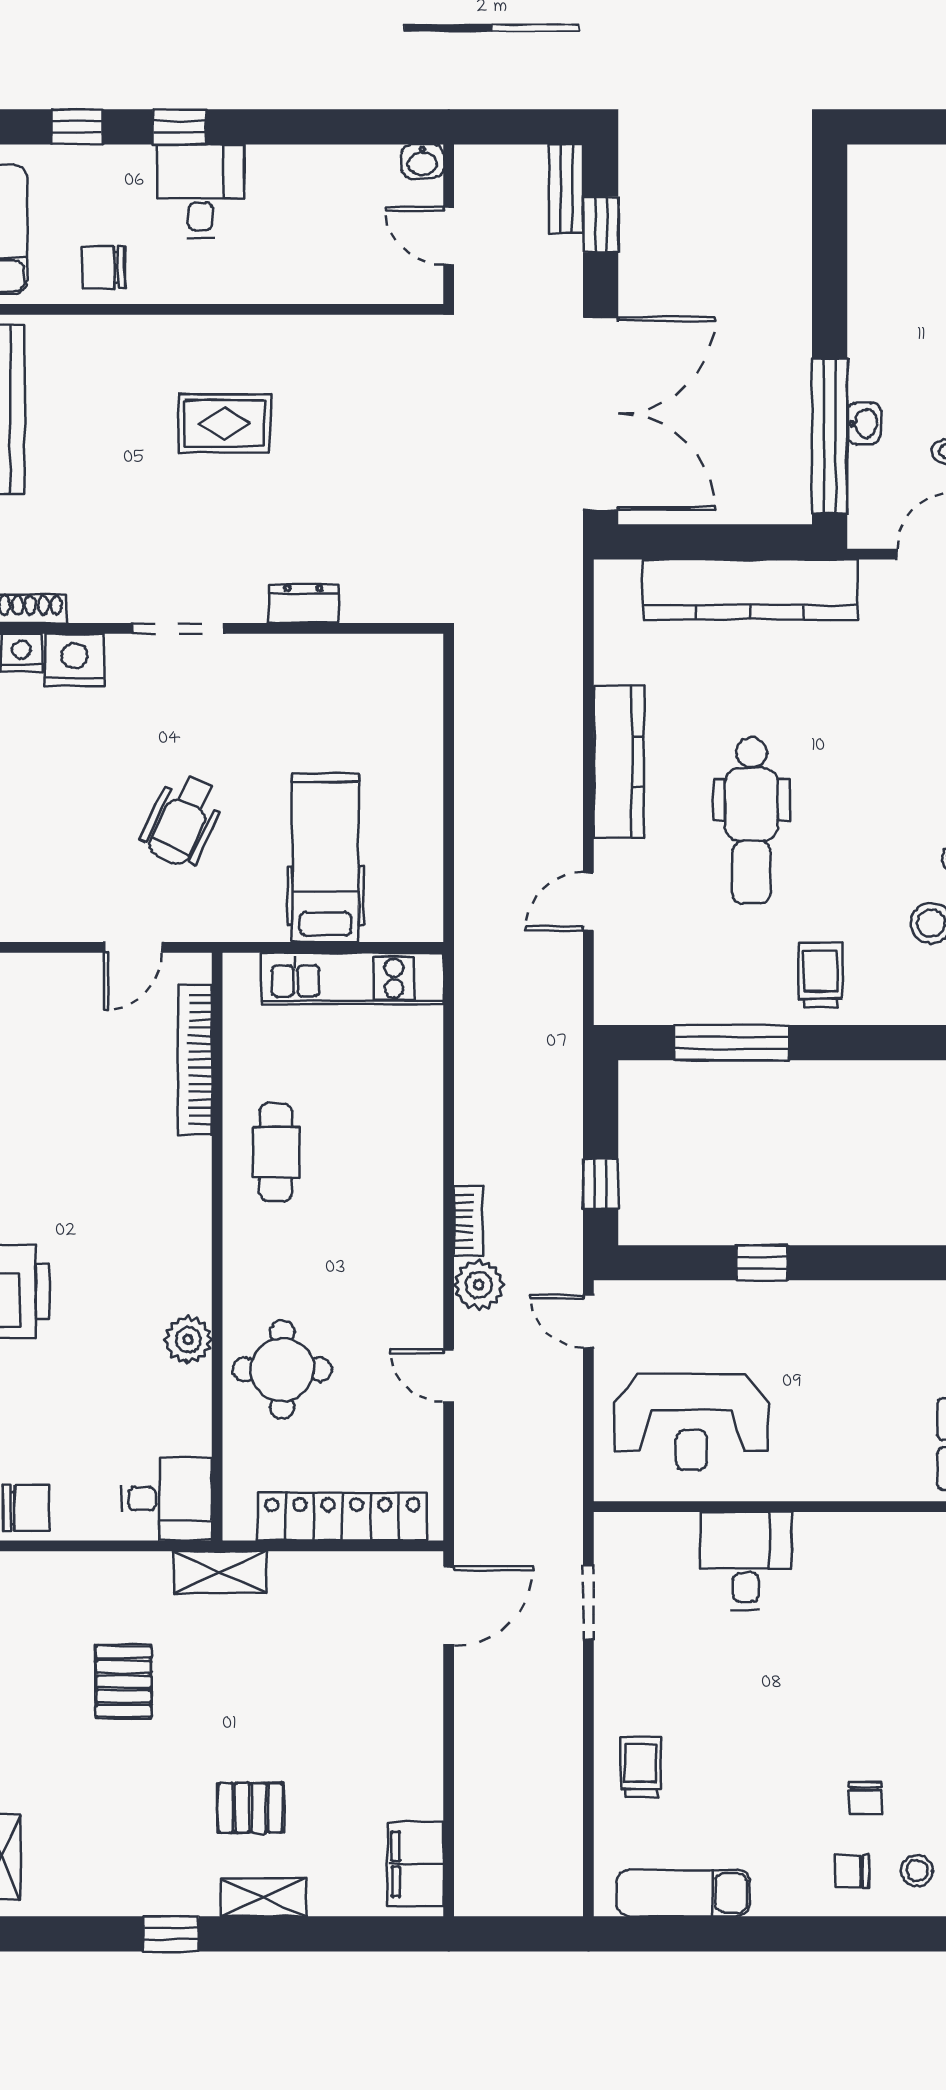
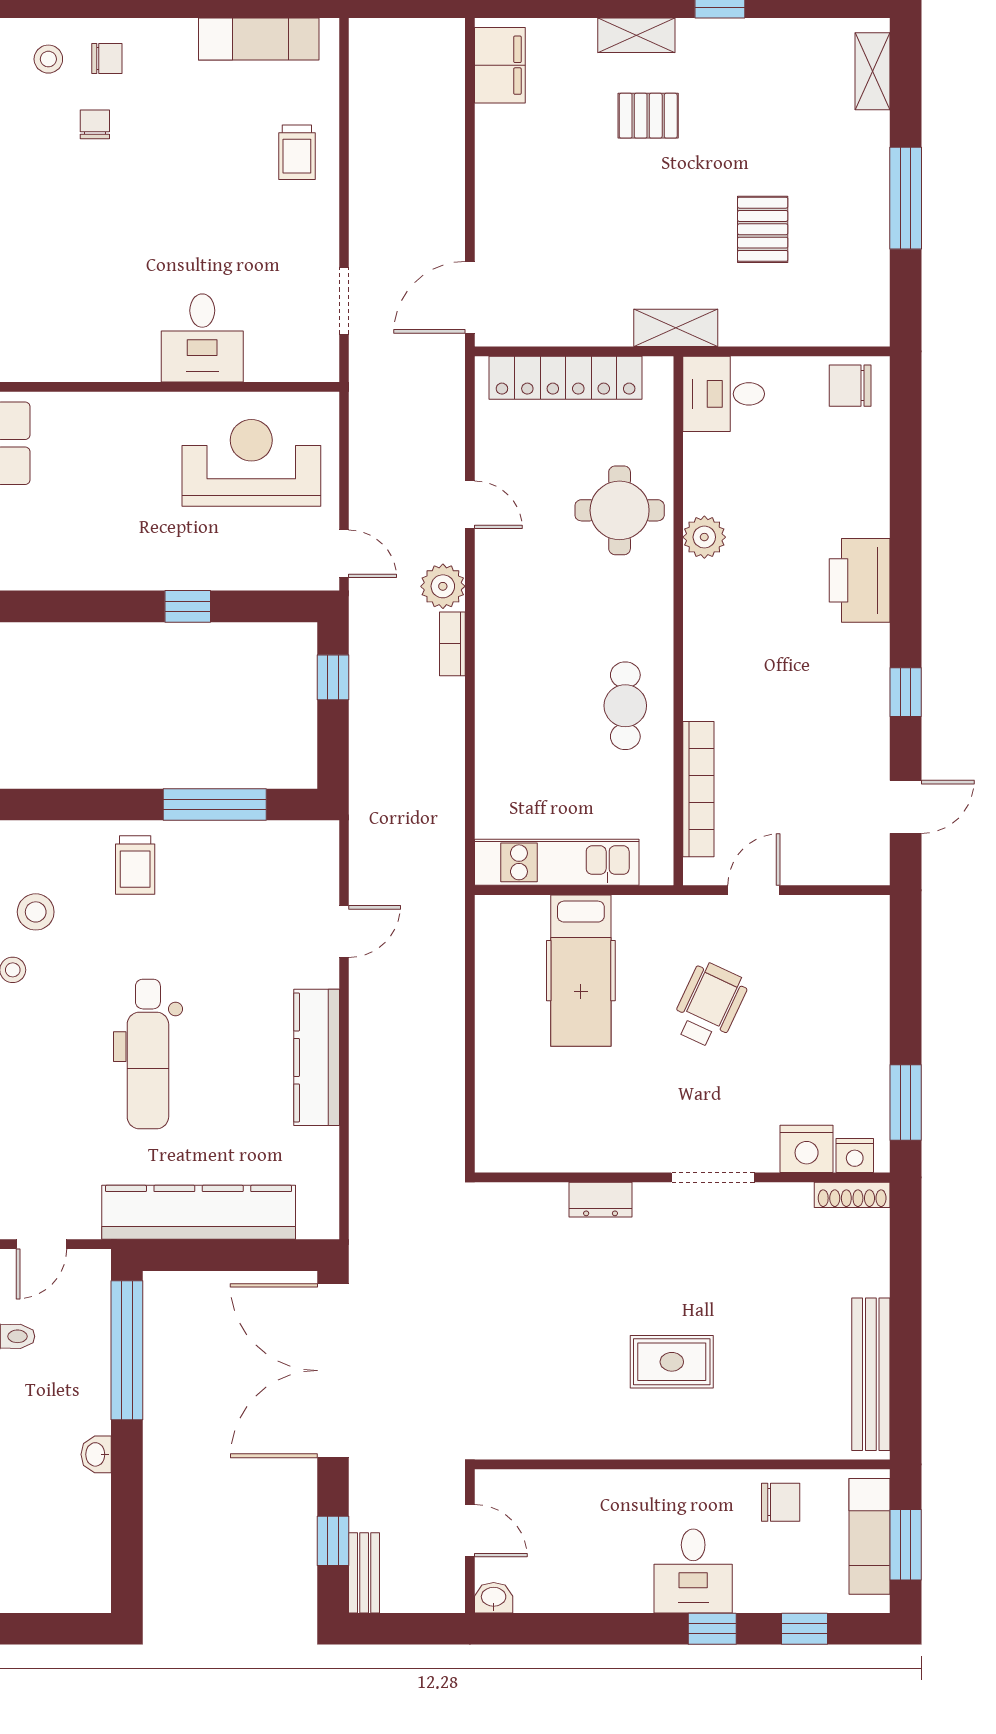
washbasin: (864, 423) -> (96, 1454), moved
dental chair: (751, 821) -> (148, 1054), moved, turned 180

